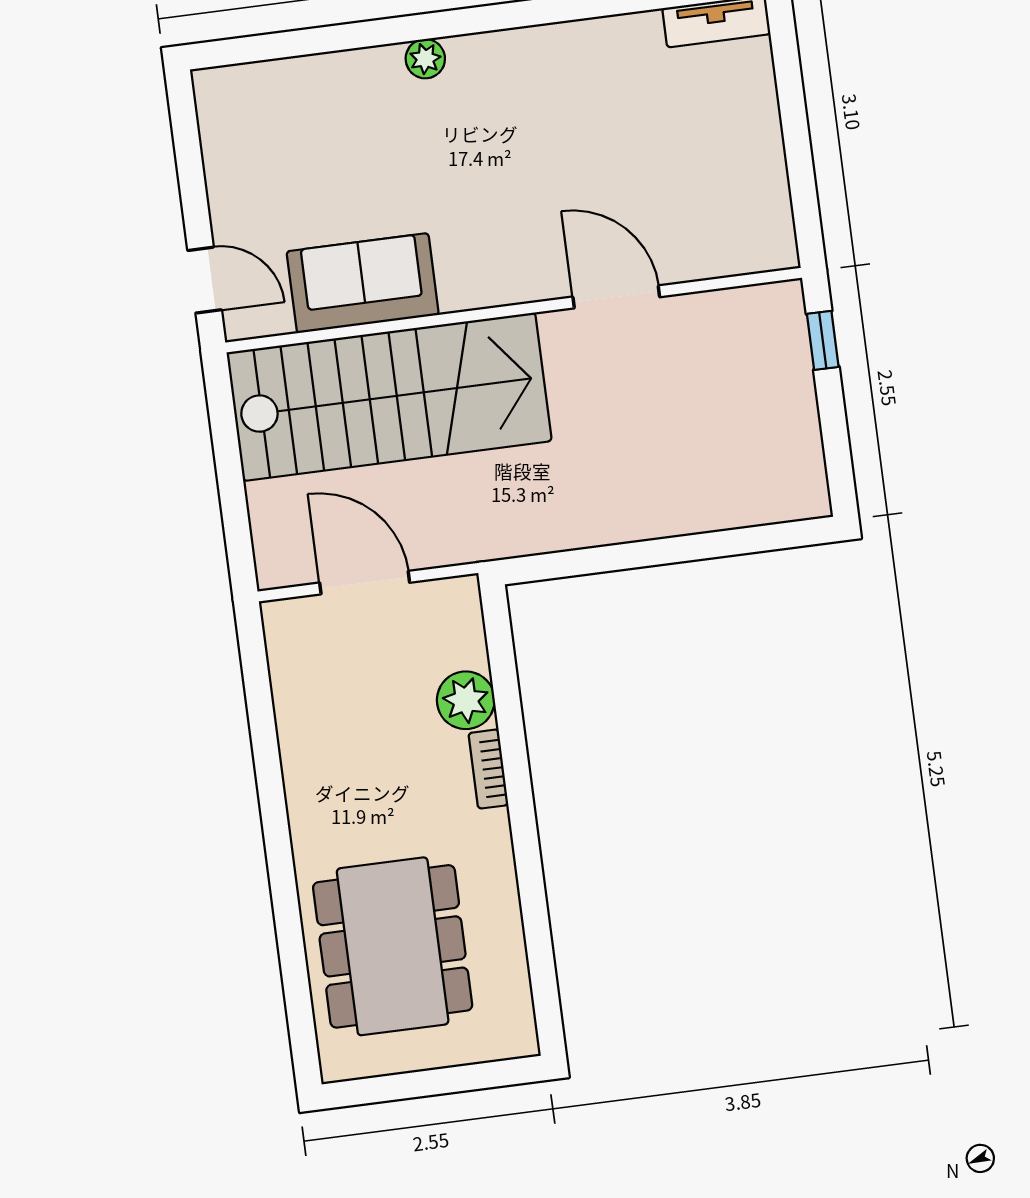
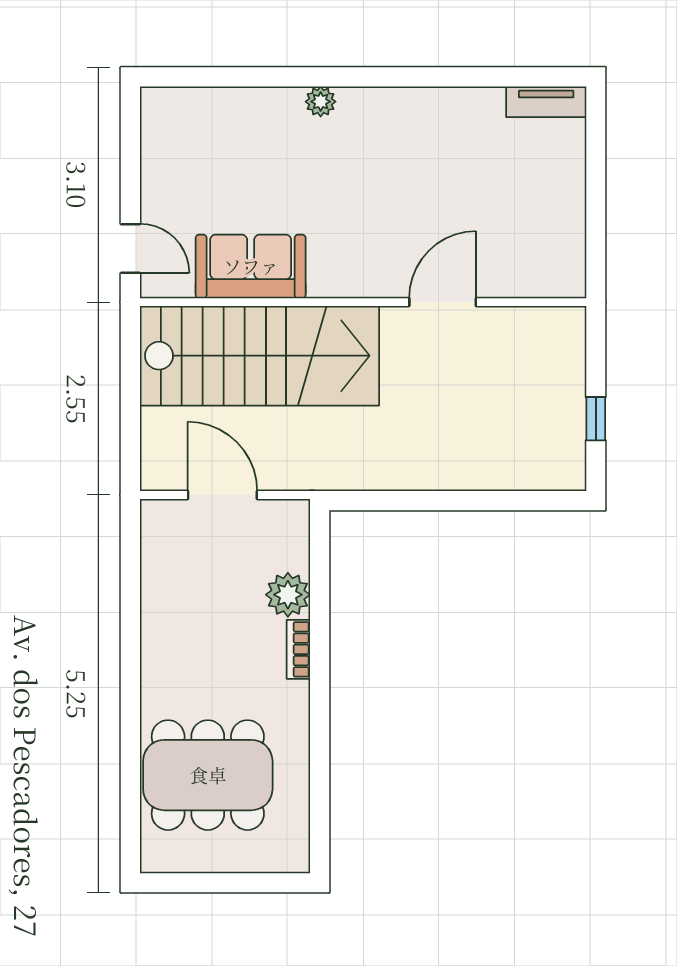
door: (616, 297) -> (443, 302), hinge flipped
window: (823, 340) -> (596, 419), moved
dining table: (393, 946) -> (208, 775), turned 90

